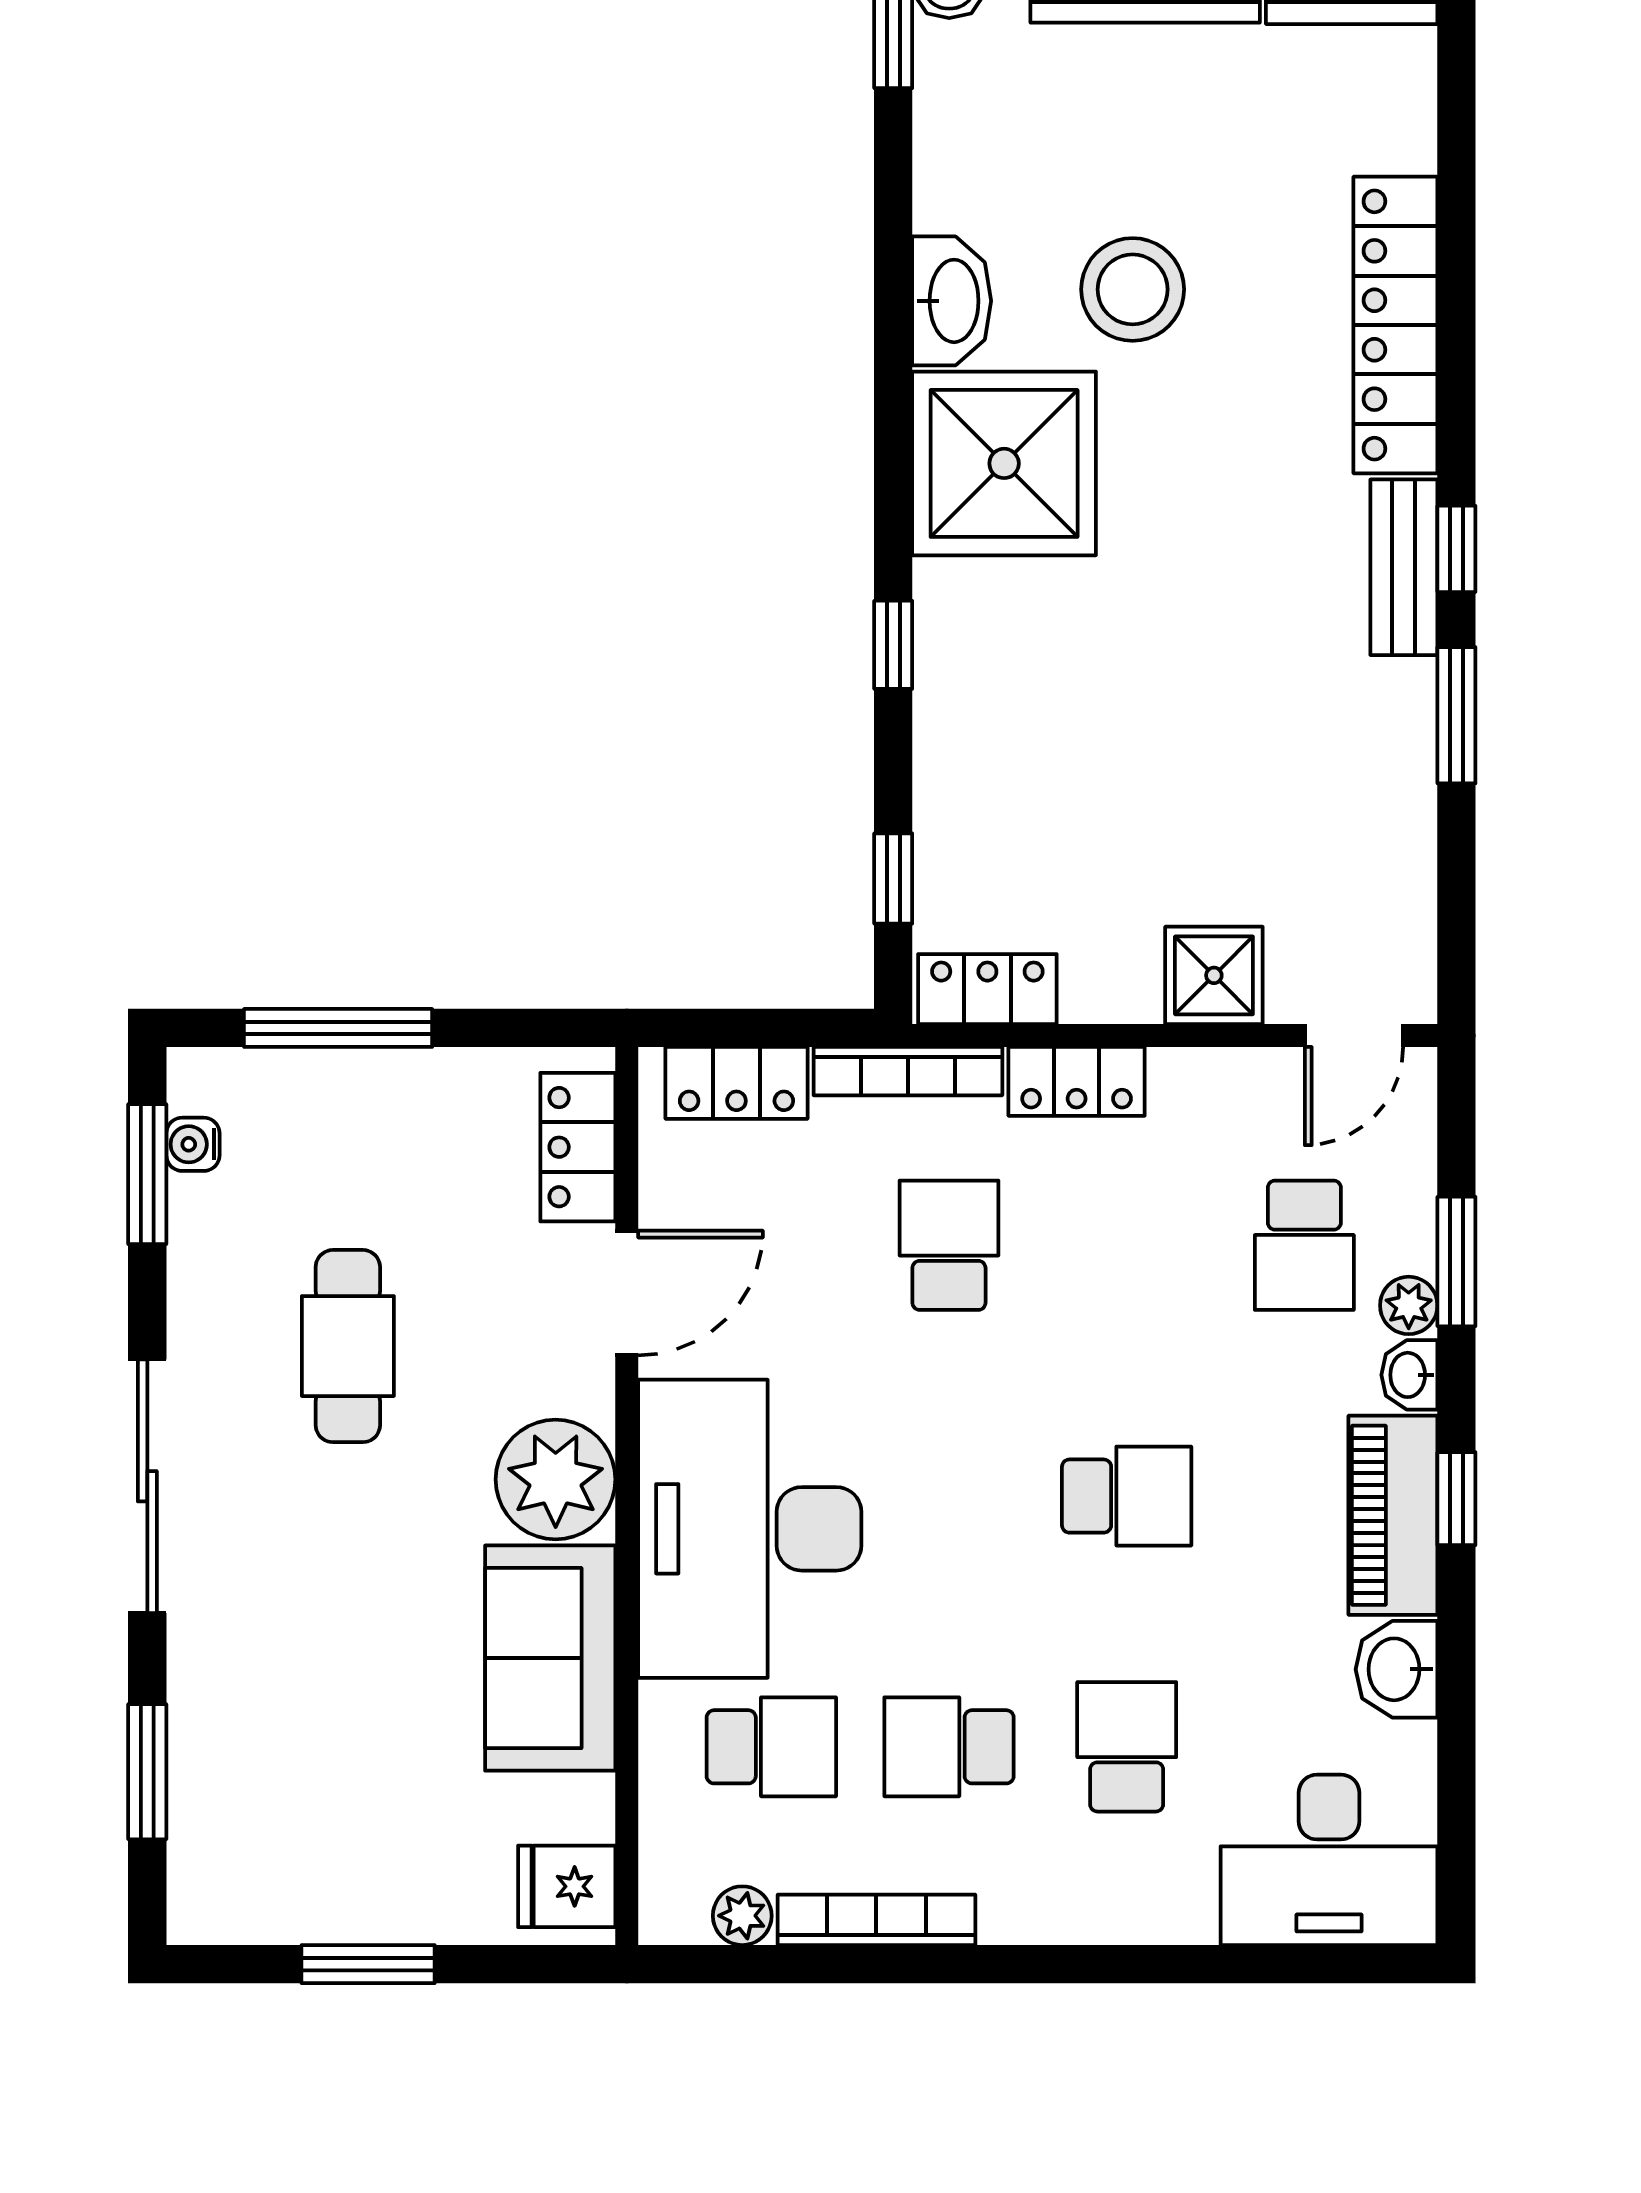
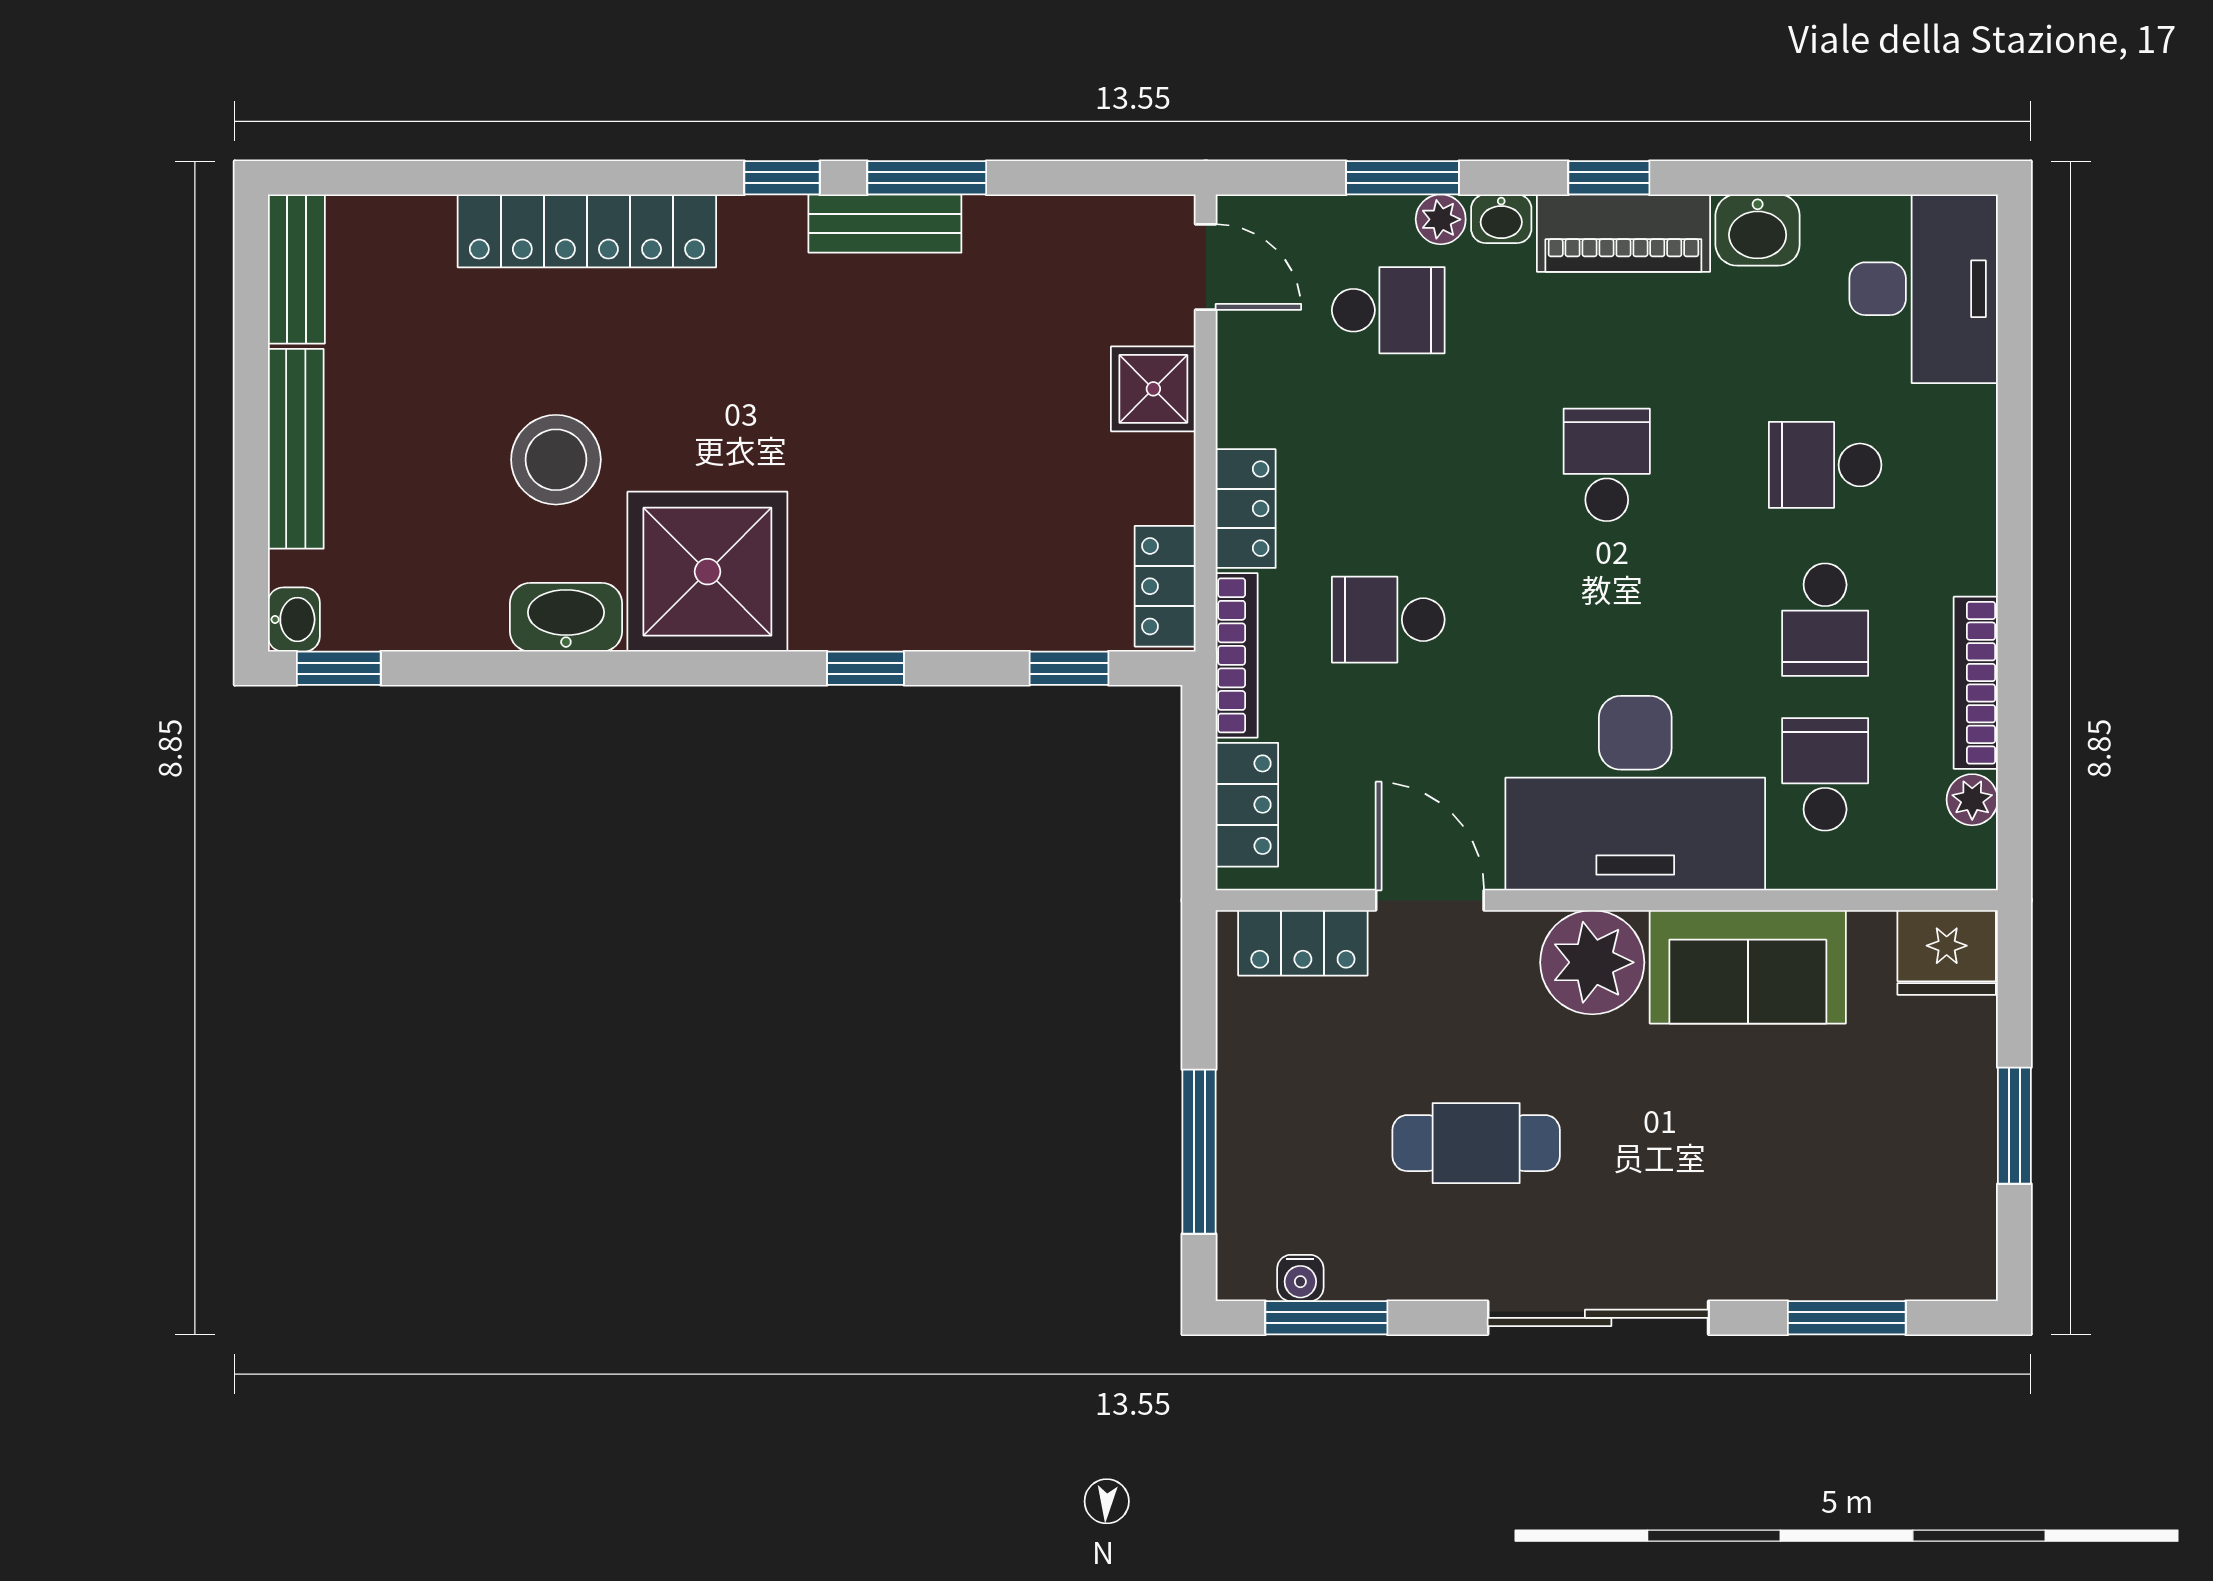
bench: (1404, 567) -> (885, 223), moved
fridge: (567, 1886) -> (1947, 953), width x1.38

